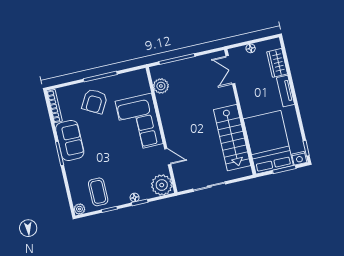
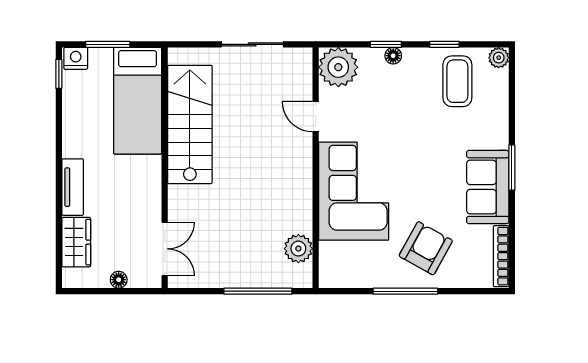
bed: (268, 142) -> (138, 101), width x0.67

